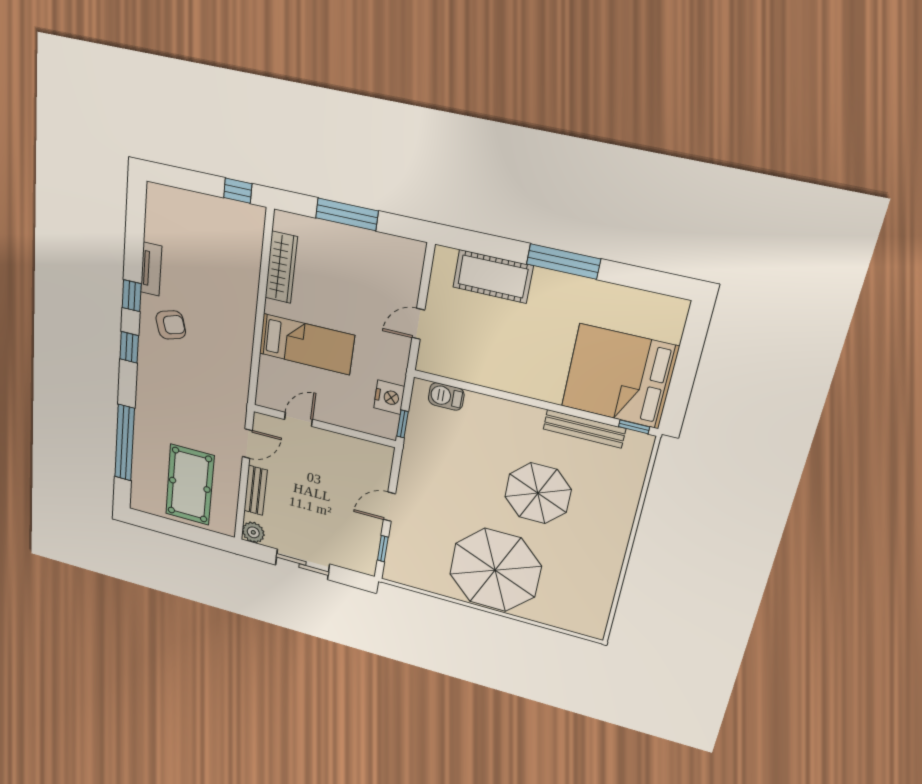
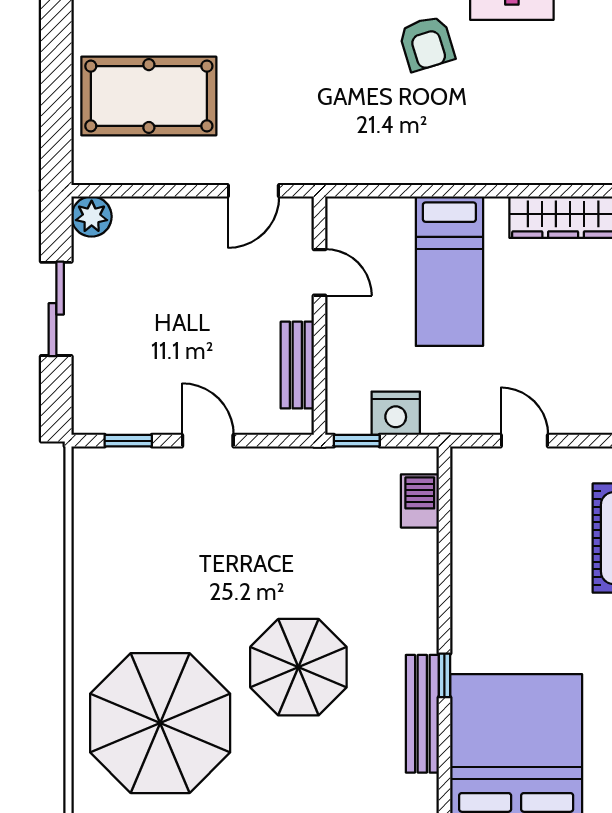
window: (634, 427) -> (444, 675), moved
door: (247, 444) -> (253, 191), hinge flipped
bench: (256, 490) -> (297, 365), moved, turned 90
parasol: (495, 570) -> (160, 723), moved

